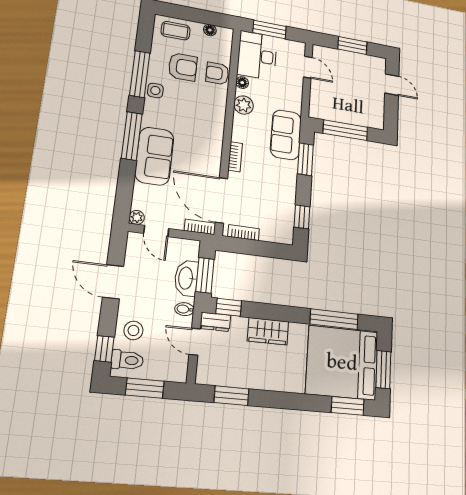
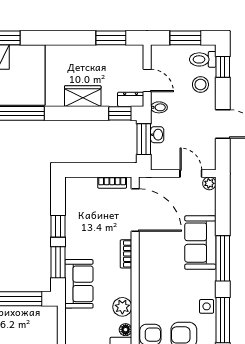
window: (302, 217) -> (58, 226), moved
bookcase: (200, 227) -> (152, 182), removed
washbasin: (186, 278) -> (157, 135), width x0.52, depth x0.69

